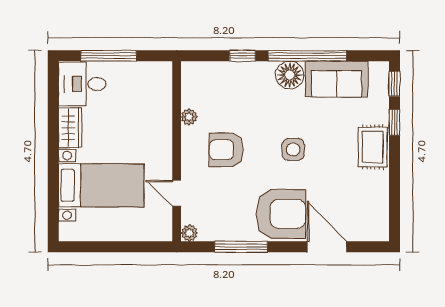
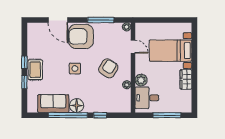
desk: (82, 84) -> (147, 98), moved, turned 180
window: (394, 84) -> (24, 62), moved
plant: (160, 126) -> (141, 80), added
armchair: (226, 150) -> (108, 68), turned -58

